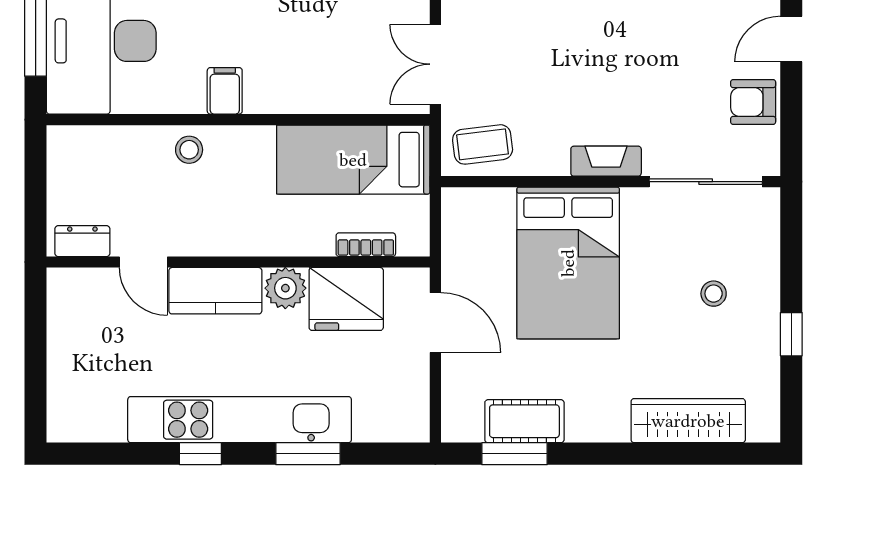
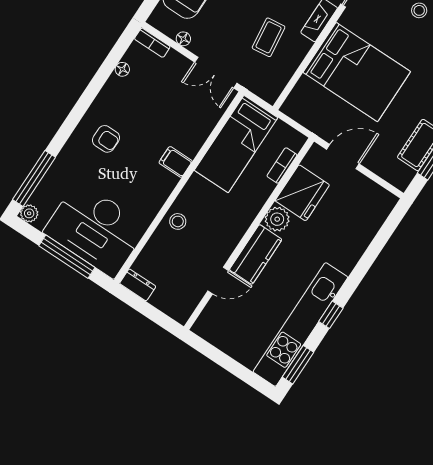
filing cabinet: (225, 91) -> (176, 162), moved
coffee table: (483, 144) -> (269, 37), moved
dresser: (82, 241) -> (138, 285), moved, turned 90
kitchen unit: (240, 420) -> (300, 324), moved
window: (308, 454) -> (298, 365), moved

